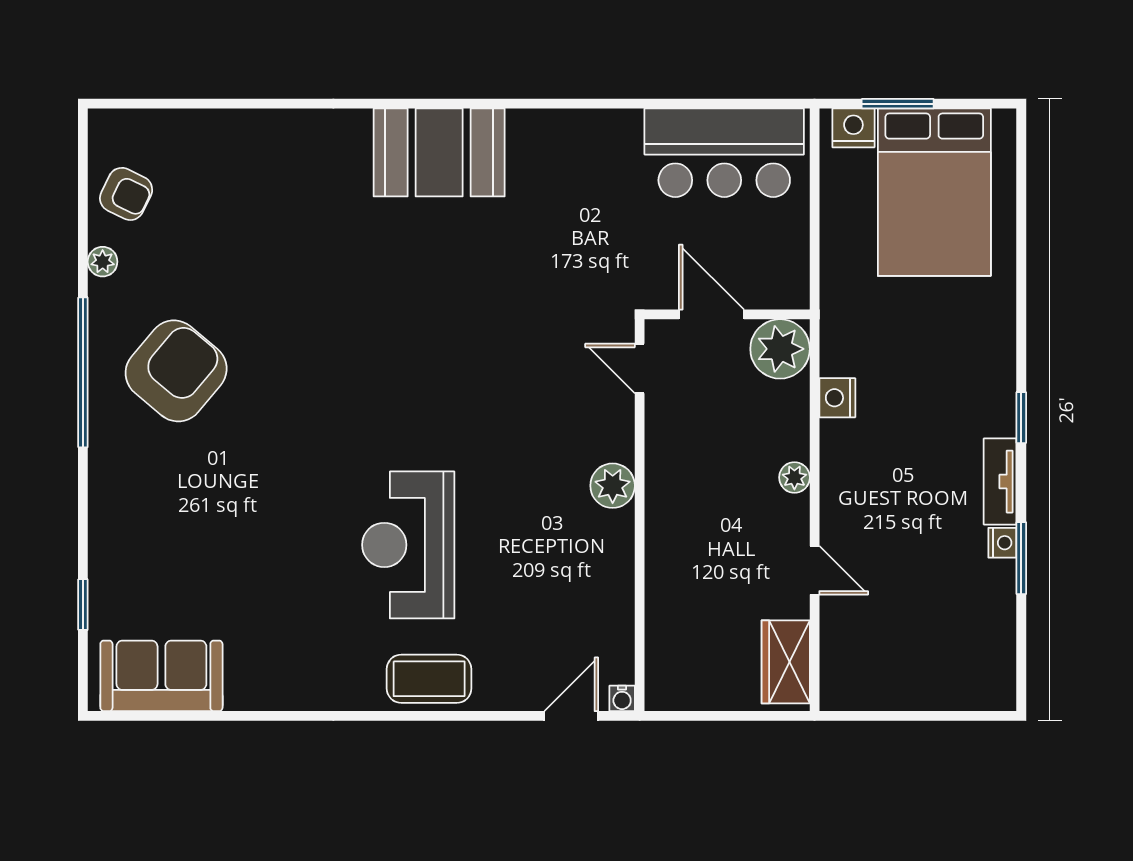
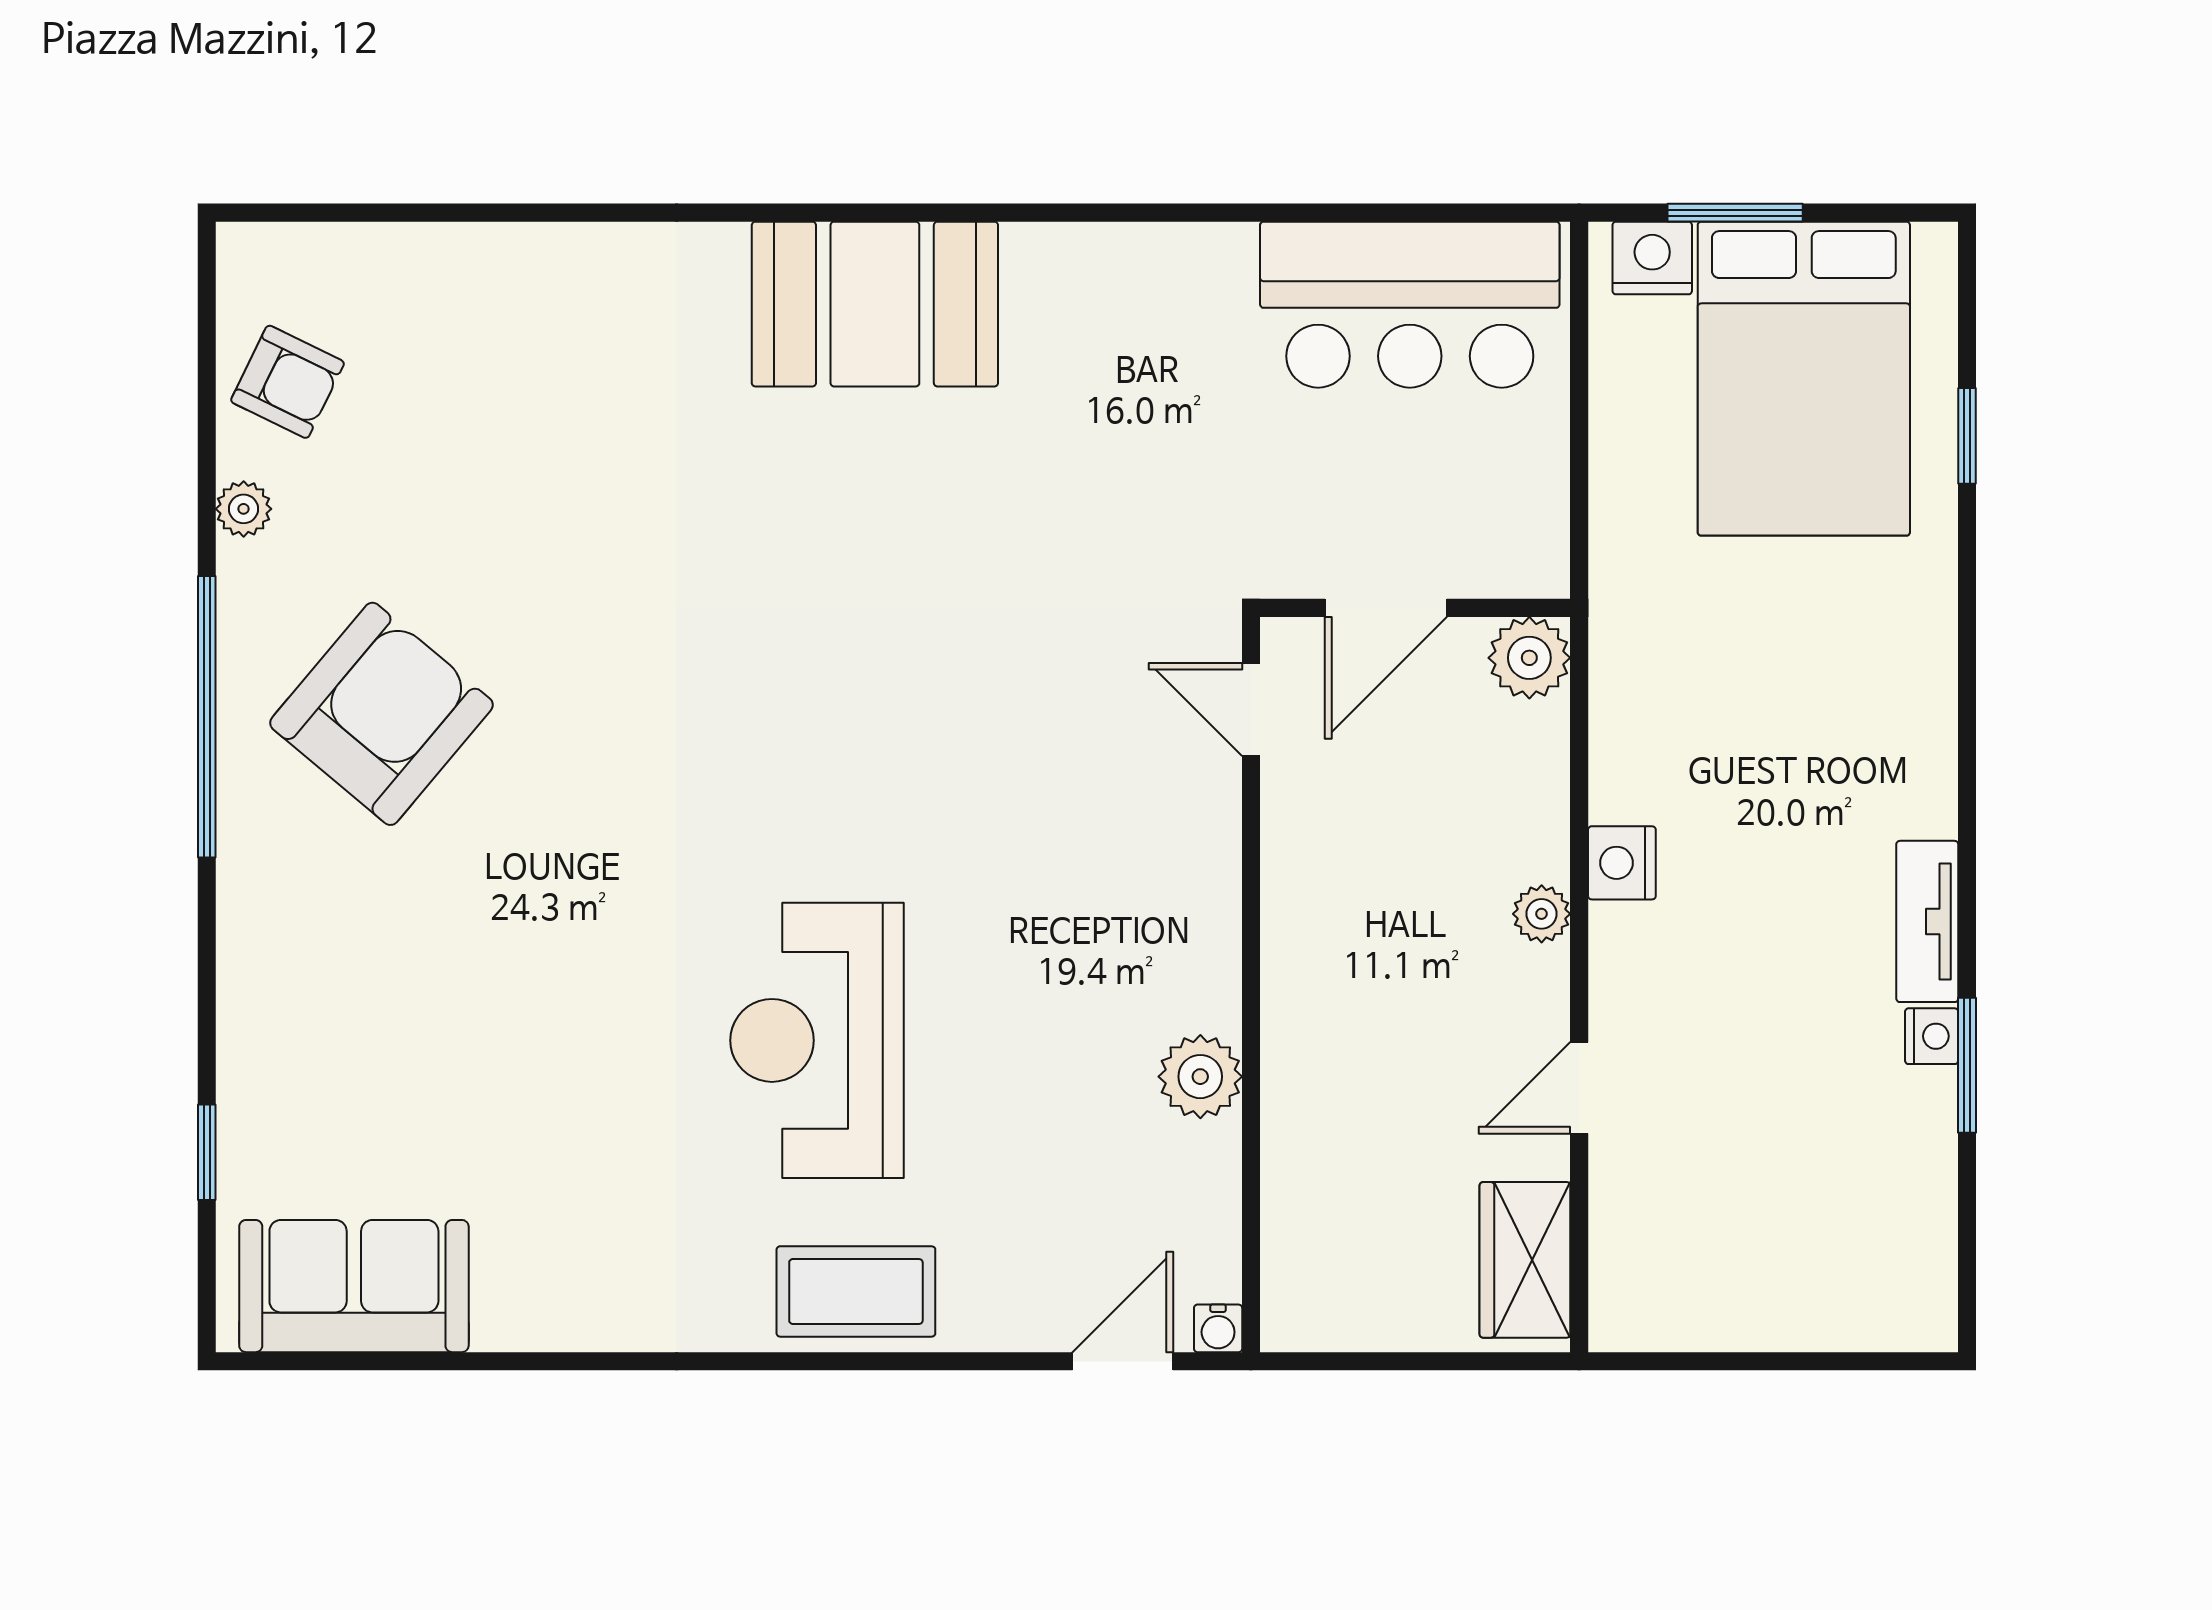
door: (712, 314) -> (1386, 608), swing flipped
plant: (780, 349) -> (1529, 658), width x0.73, depth x0.73
nightstand: (837, 398) -> (1622, 863), moved
window: (1021, 418) -> (1967, 436), moved
plant: (613, 486) -> (1200, 1077), moved
door: (815, 570) -> (1579, 1088), swing flipped

